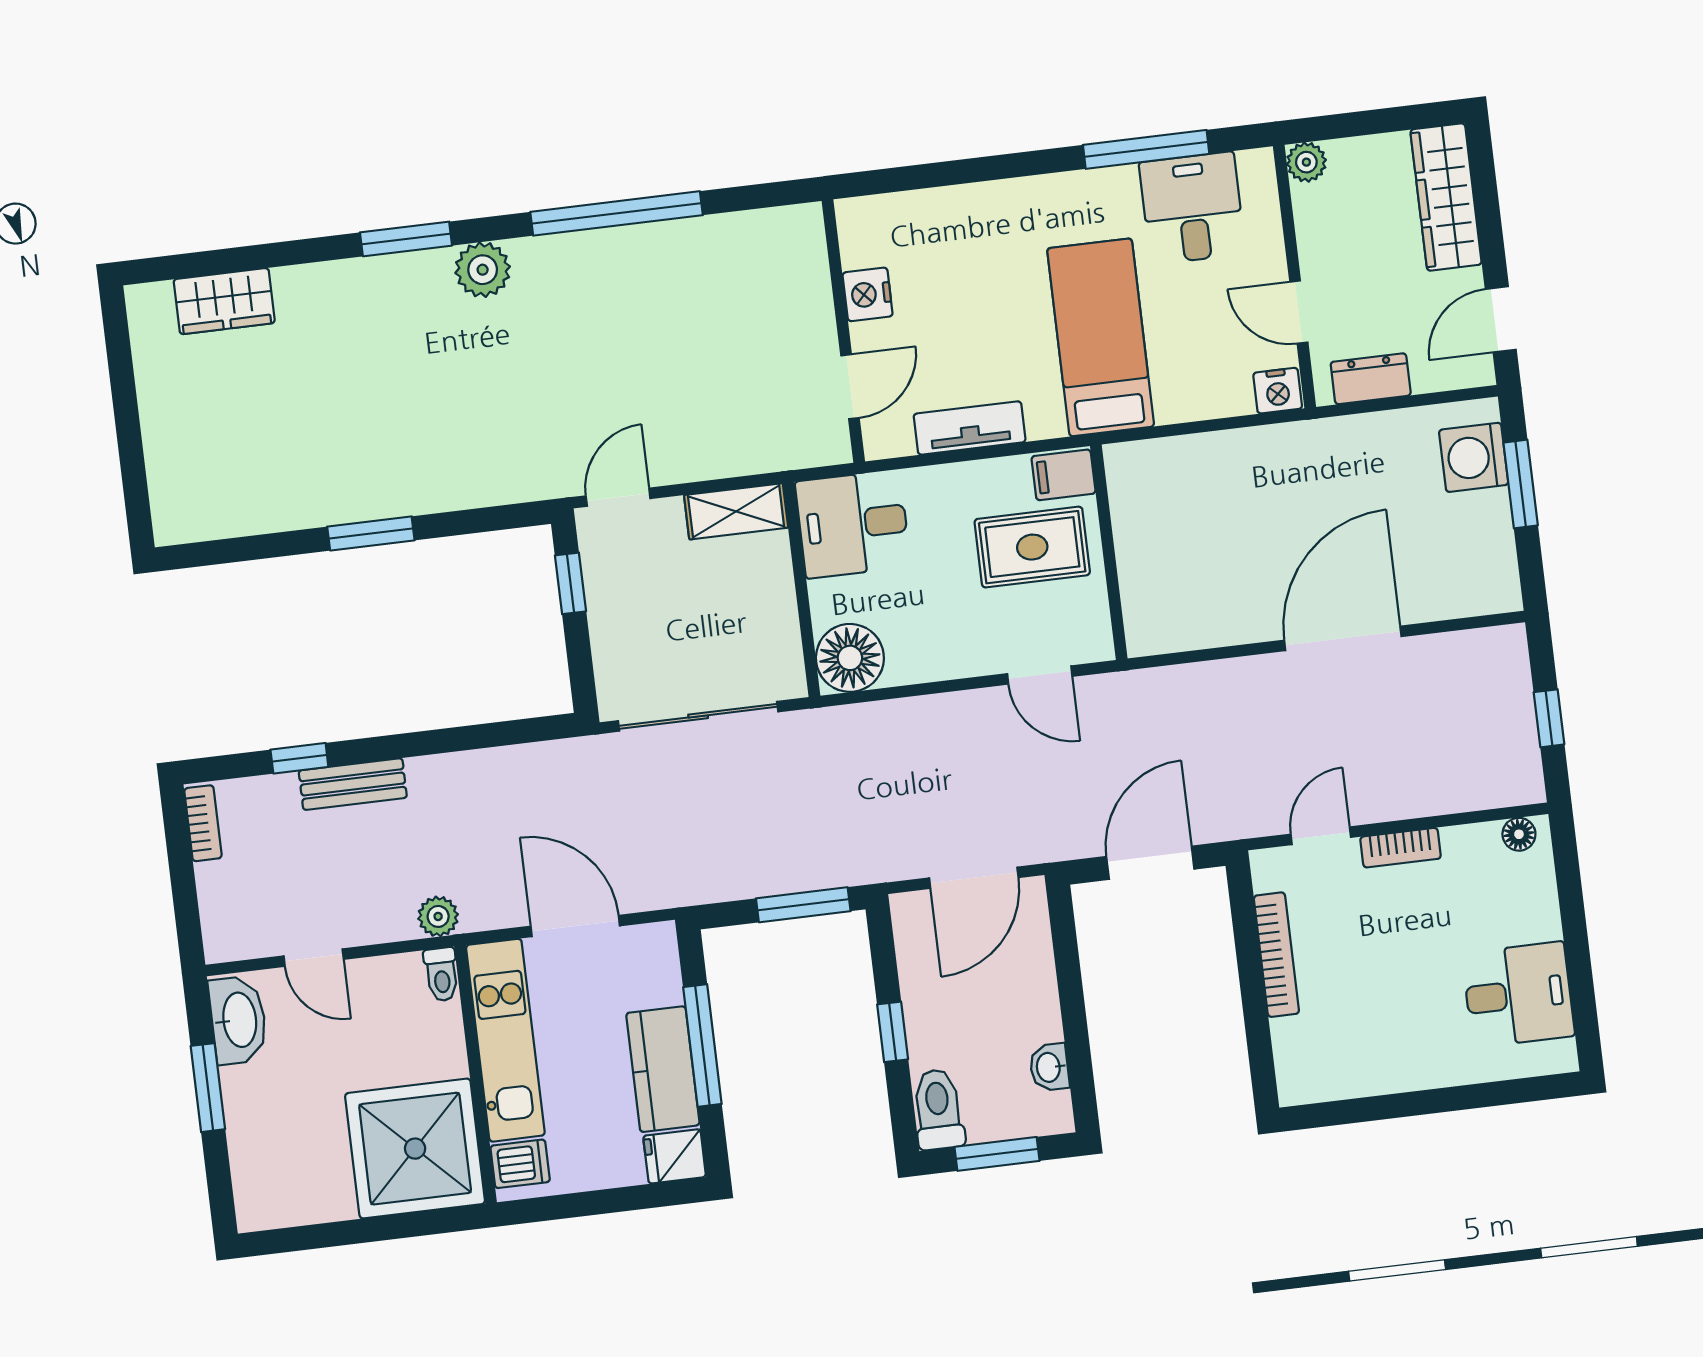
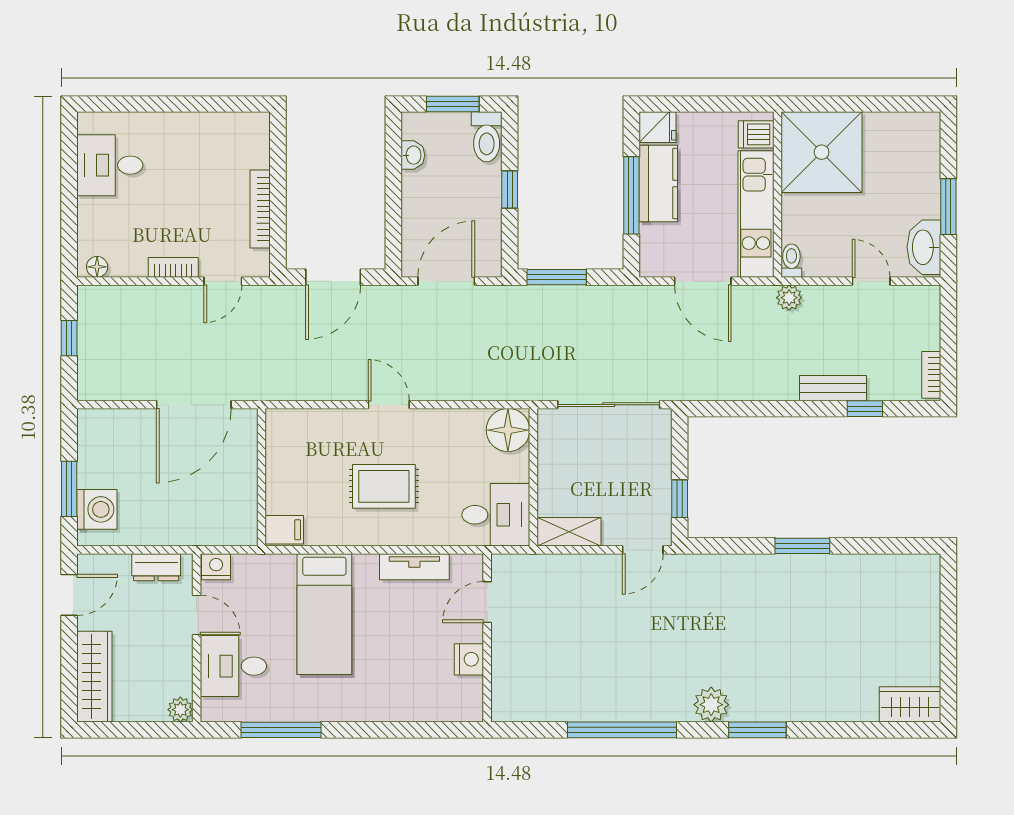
desk: (1192, 208) -> (233, 666), moved, turned 90
wardrobe: (224, 301) -> (910, 704), moved
filing cabinet: (1063, 475) -> (284, 530), moved
wall: (1109, 552) -> (262, 477), moved

